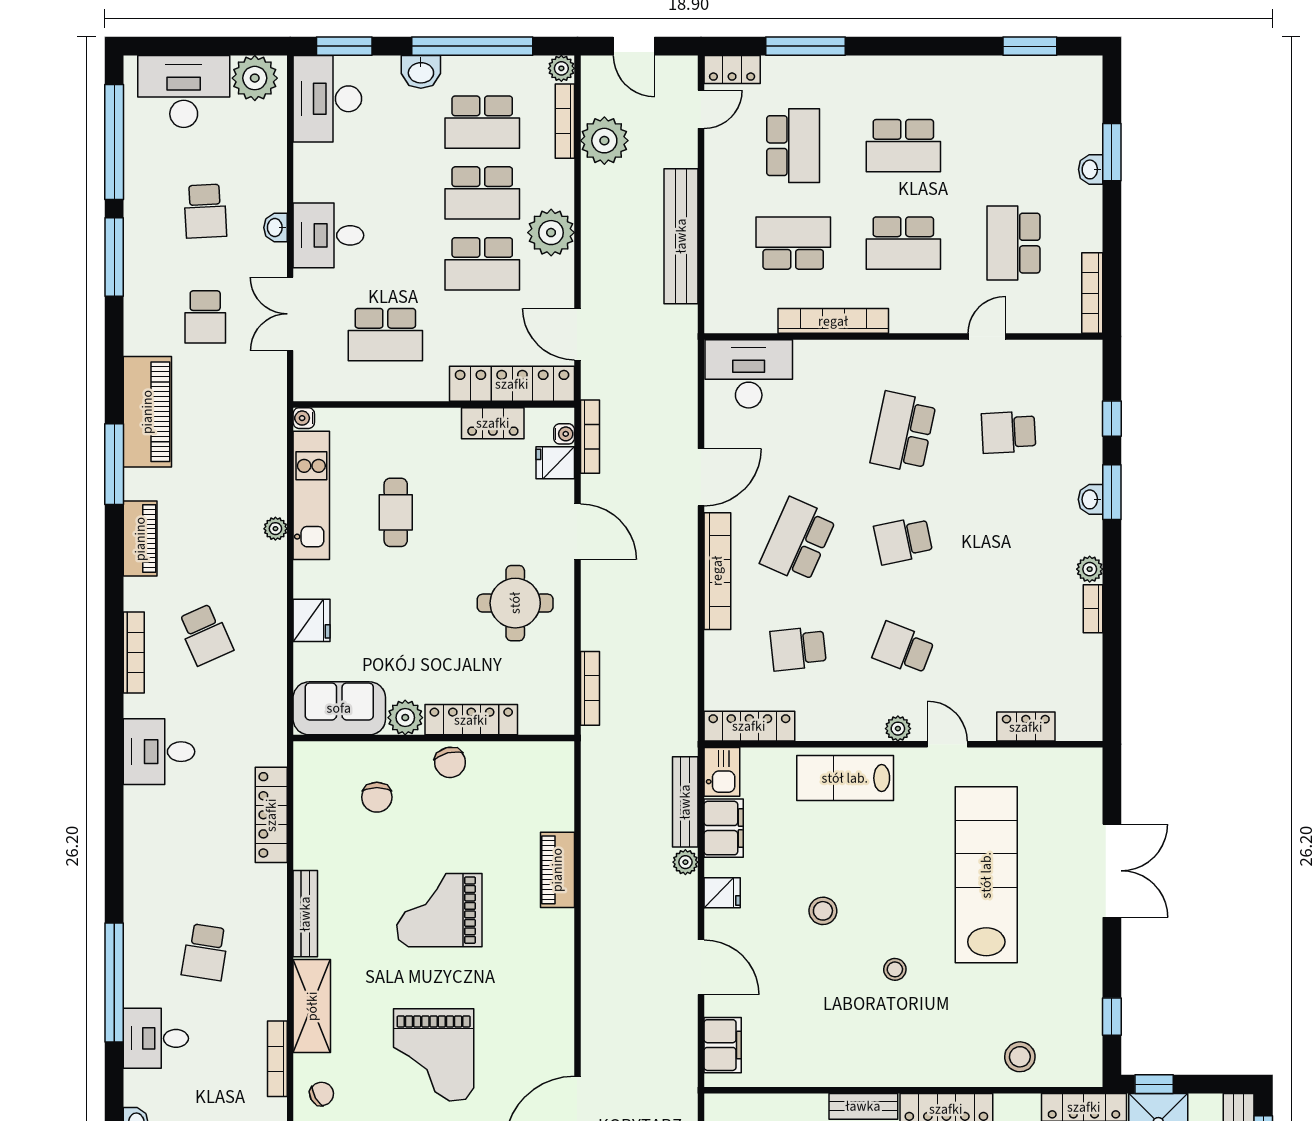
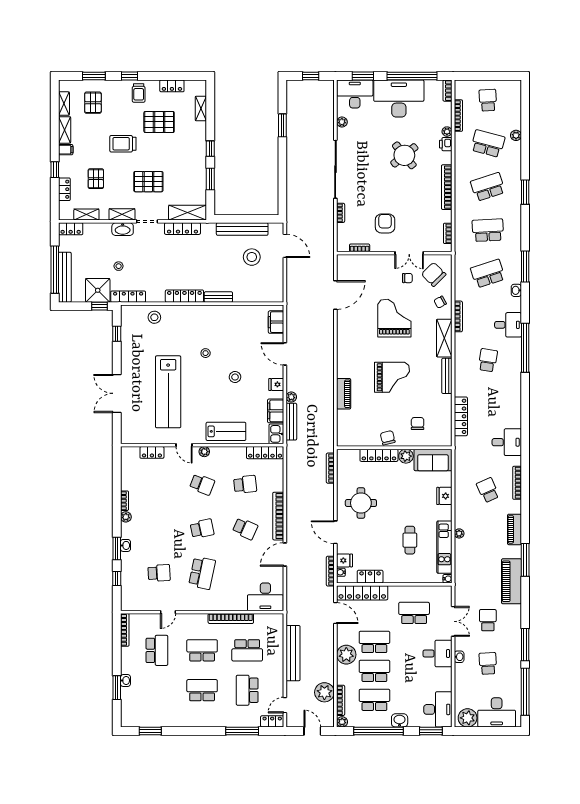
school desk: (798, 540) -> (245, 529), width x0.54

